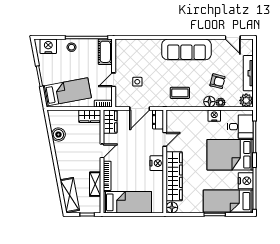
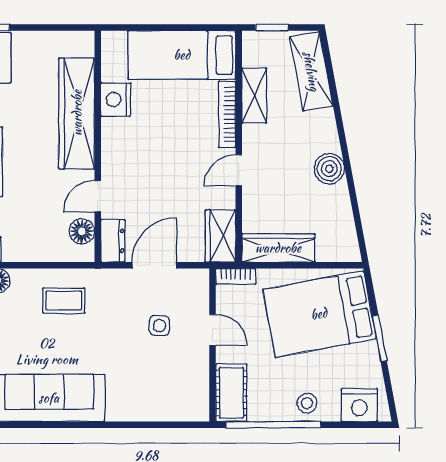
door: (114, 80) -> (213, 330), hinge flipped
bed: (67, 92) -> (319, 314), width x1.50
wardrobe: (90, 116) -> (278, 248), width x1.50
boiler: (58, 135) -> (329, 169), moved
nightstand: (157, 163) -> (116, 100), moved
floor lamp: (172, 207) -> (82, 231), moved

